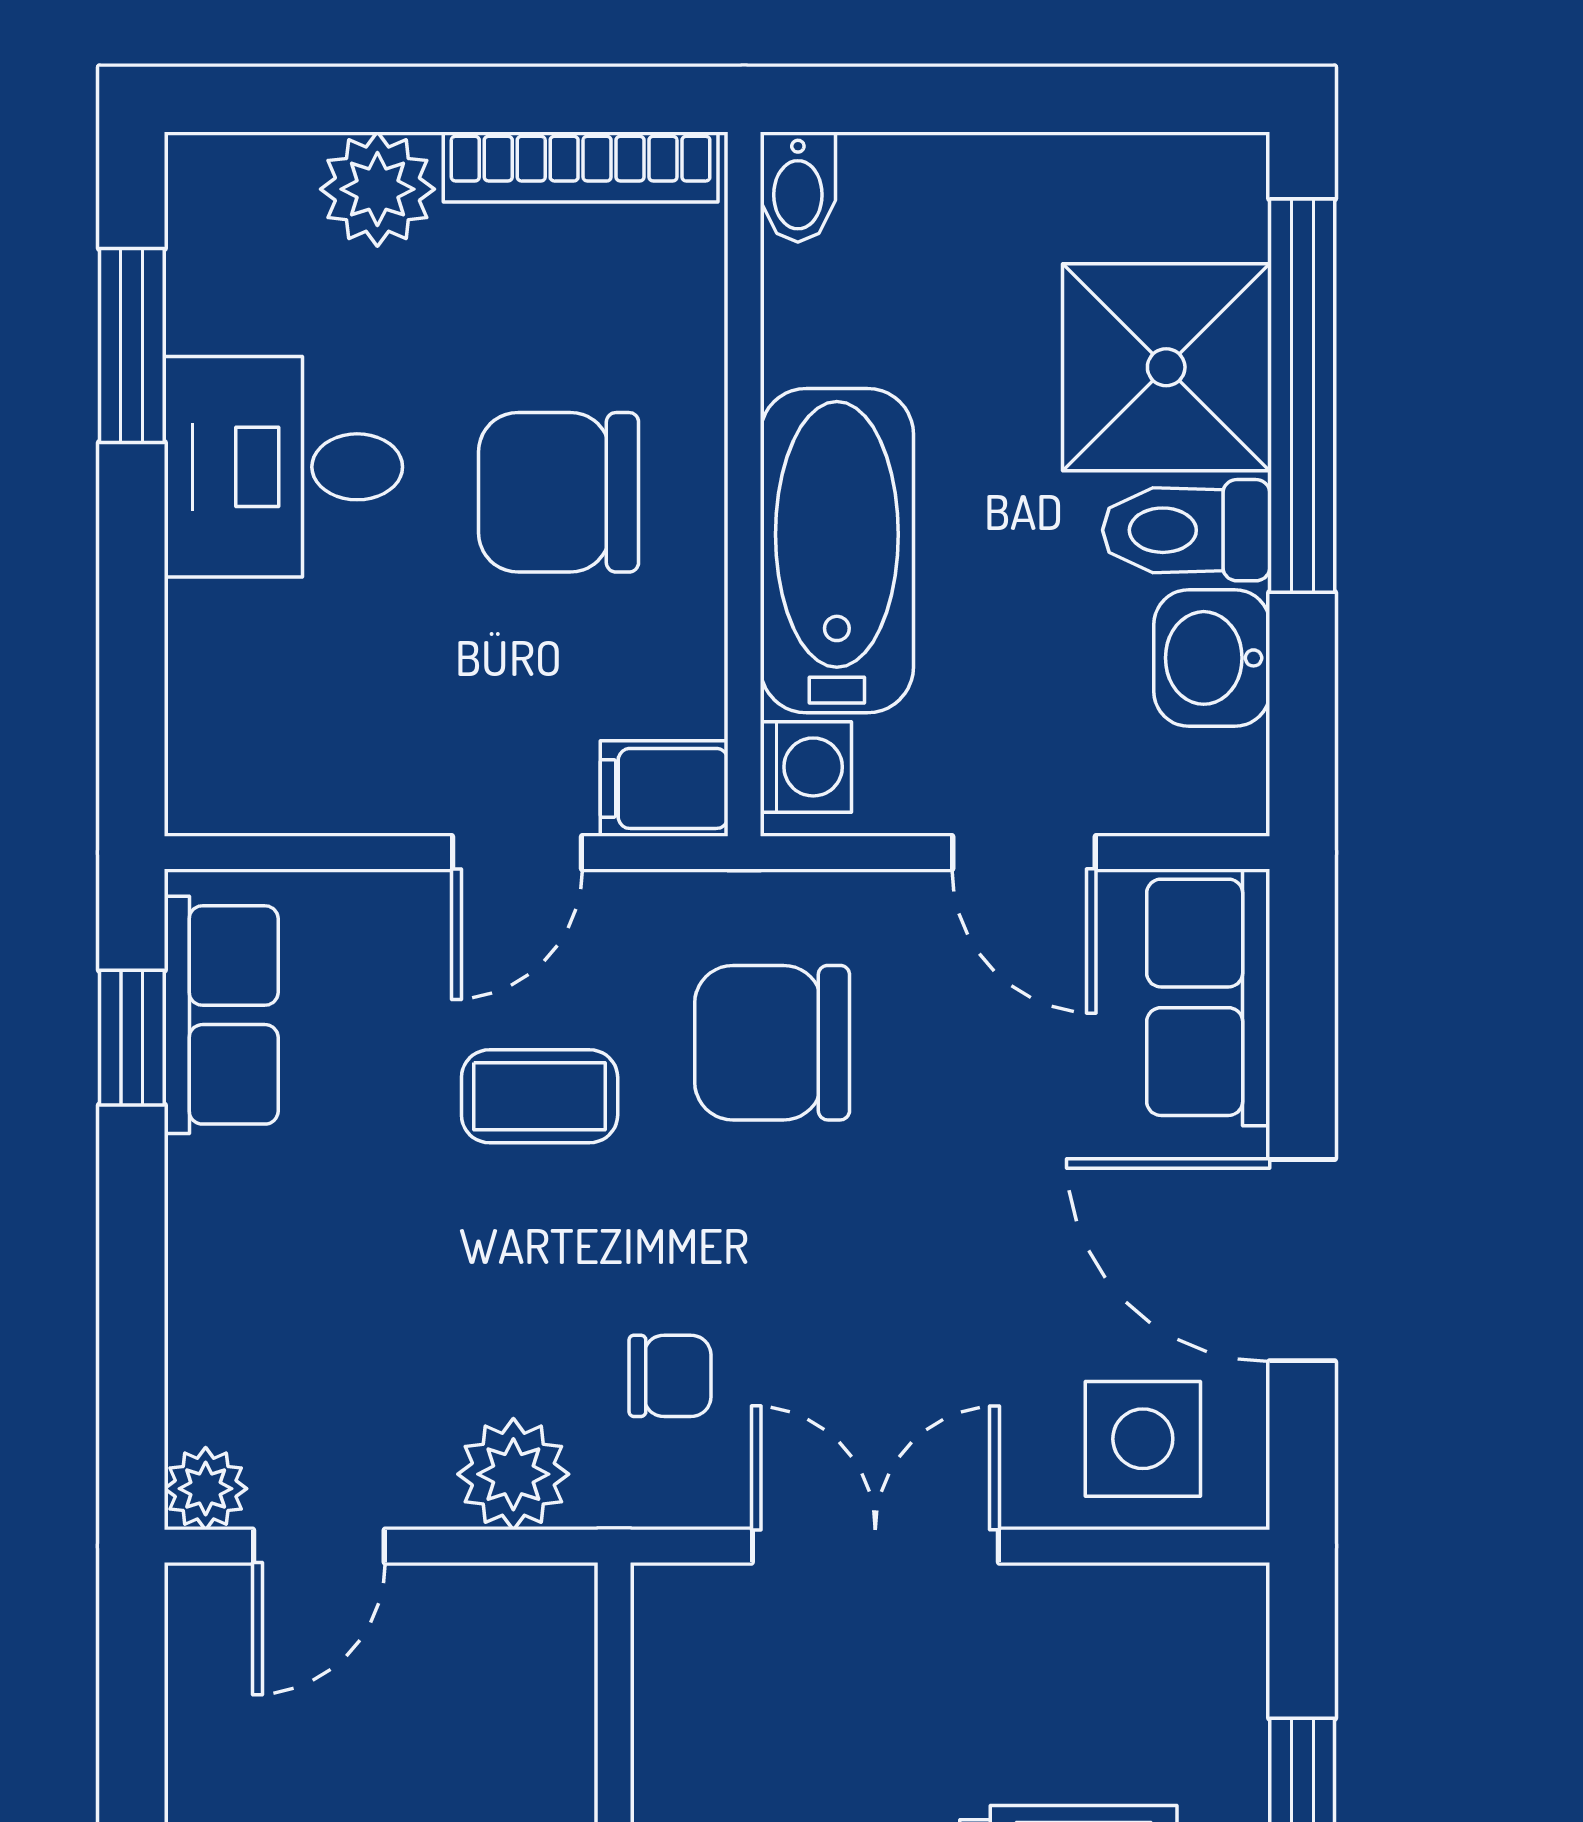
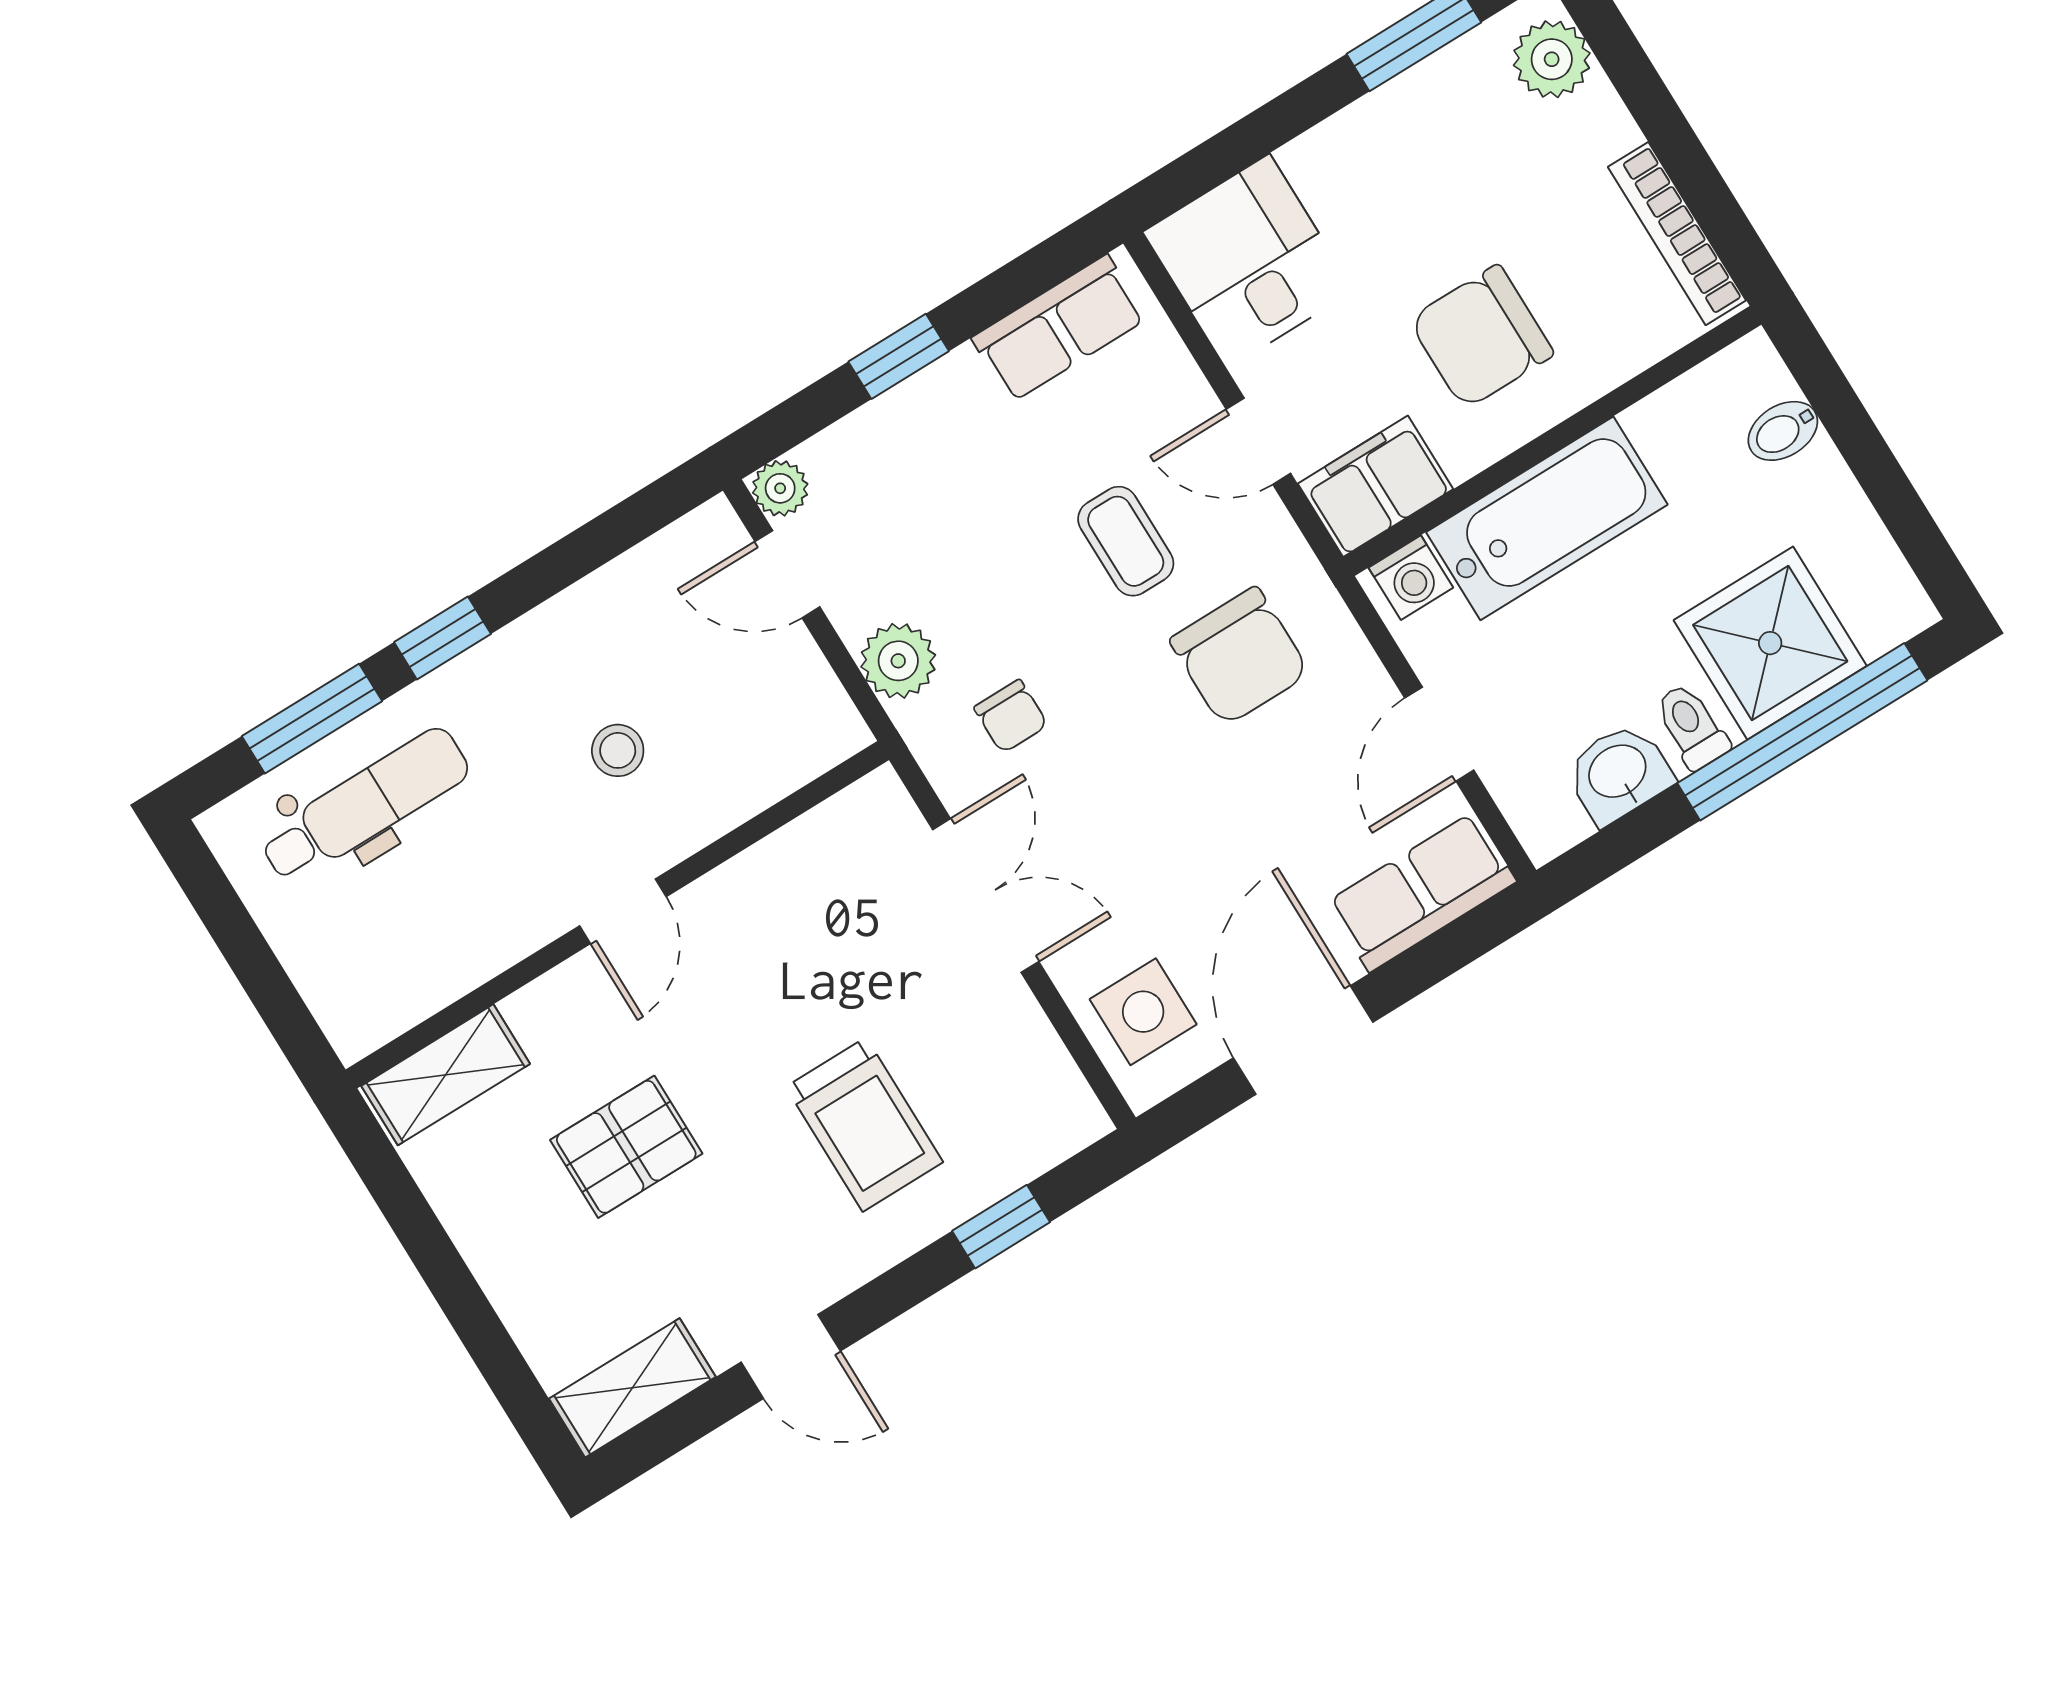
bidet: (798, 187) -> (1783, 431), moved
plant: (377, 189) -> (1552, 59), moved
desk: (283, 467) -> (1248, 261), moved
chair: (559, 492) -> (1481, 337), turned -90
toilet: (1186, 530) -> (1692, 726), width x0.73, depth x0.72
filing cabinet: (664, 788) -> (1376, 486), width x2.00
window: (132, 1038) -> (899, 356), moved
chair: (772, 1043) -> (1240, 656), turned 180

